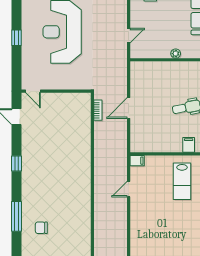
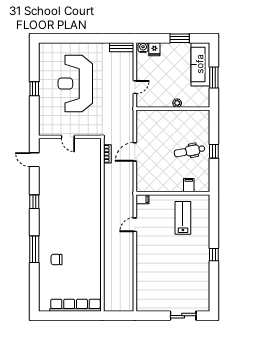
door: (33, 91) -> (68, 137), moved
lab bench: (182, 181) -> (183, 218), turned 180

